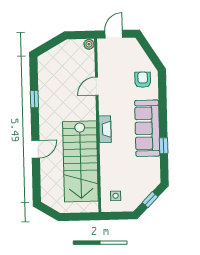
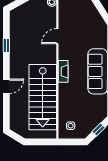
armchair: (143, 80) -> (95, 32), removed

